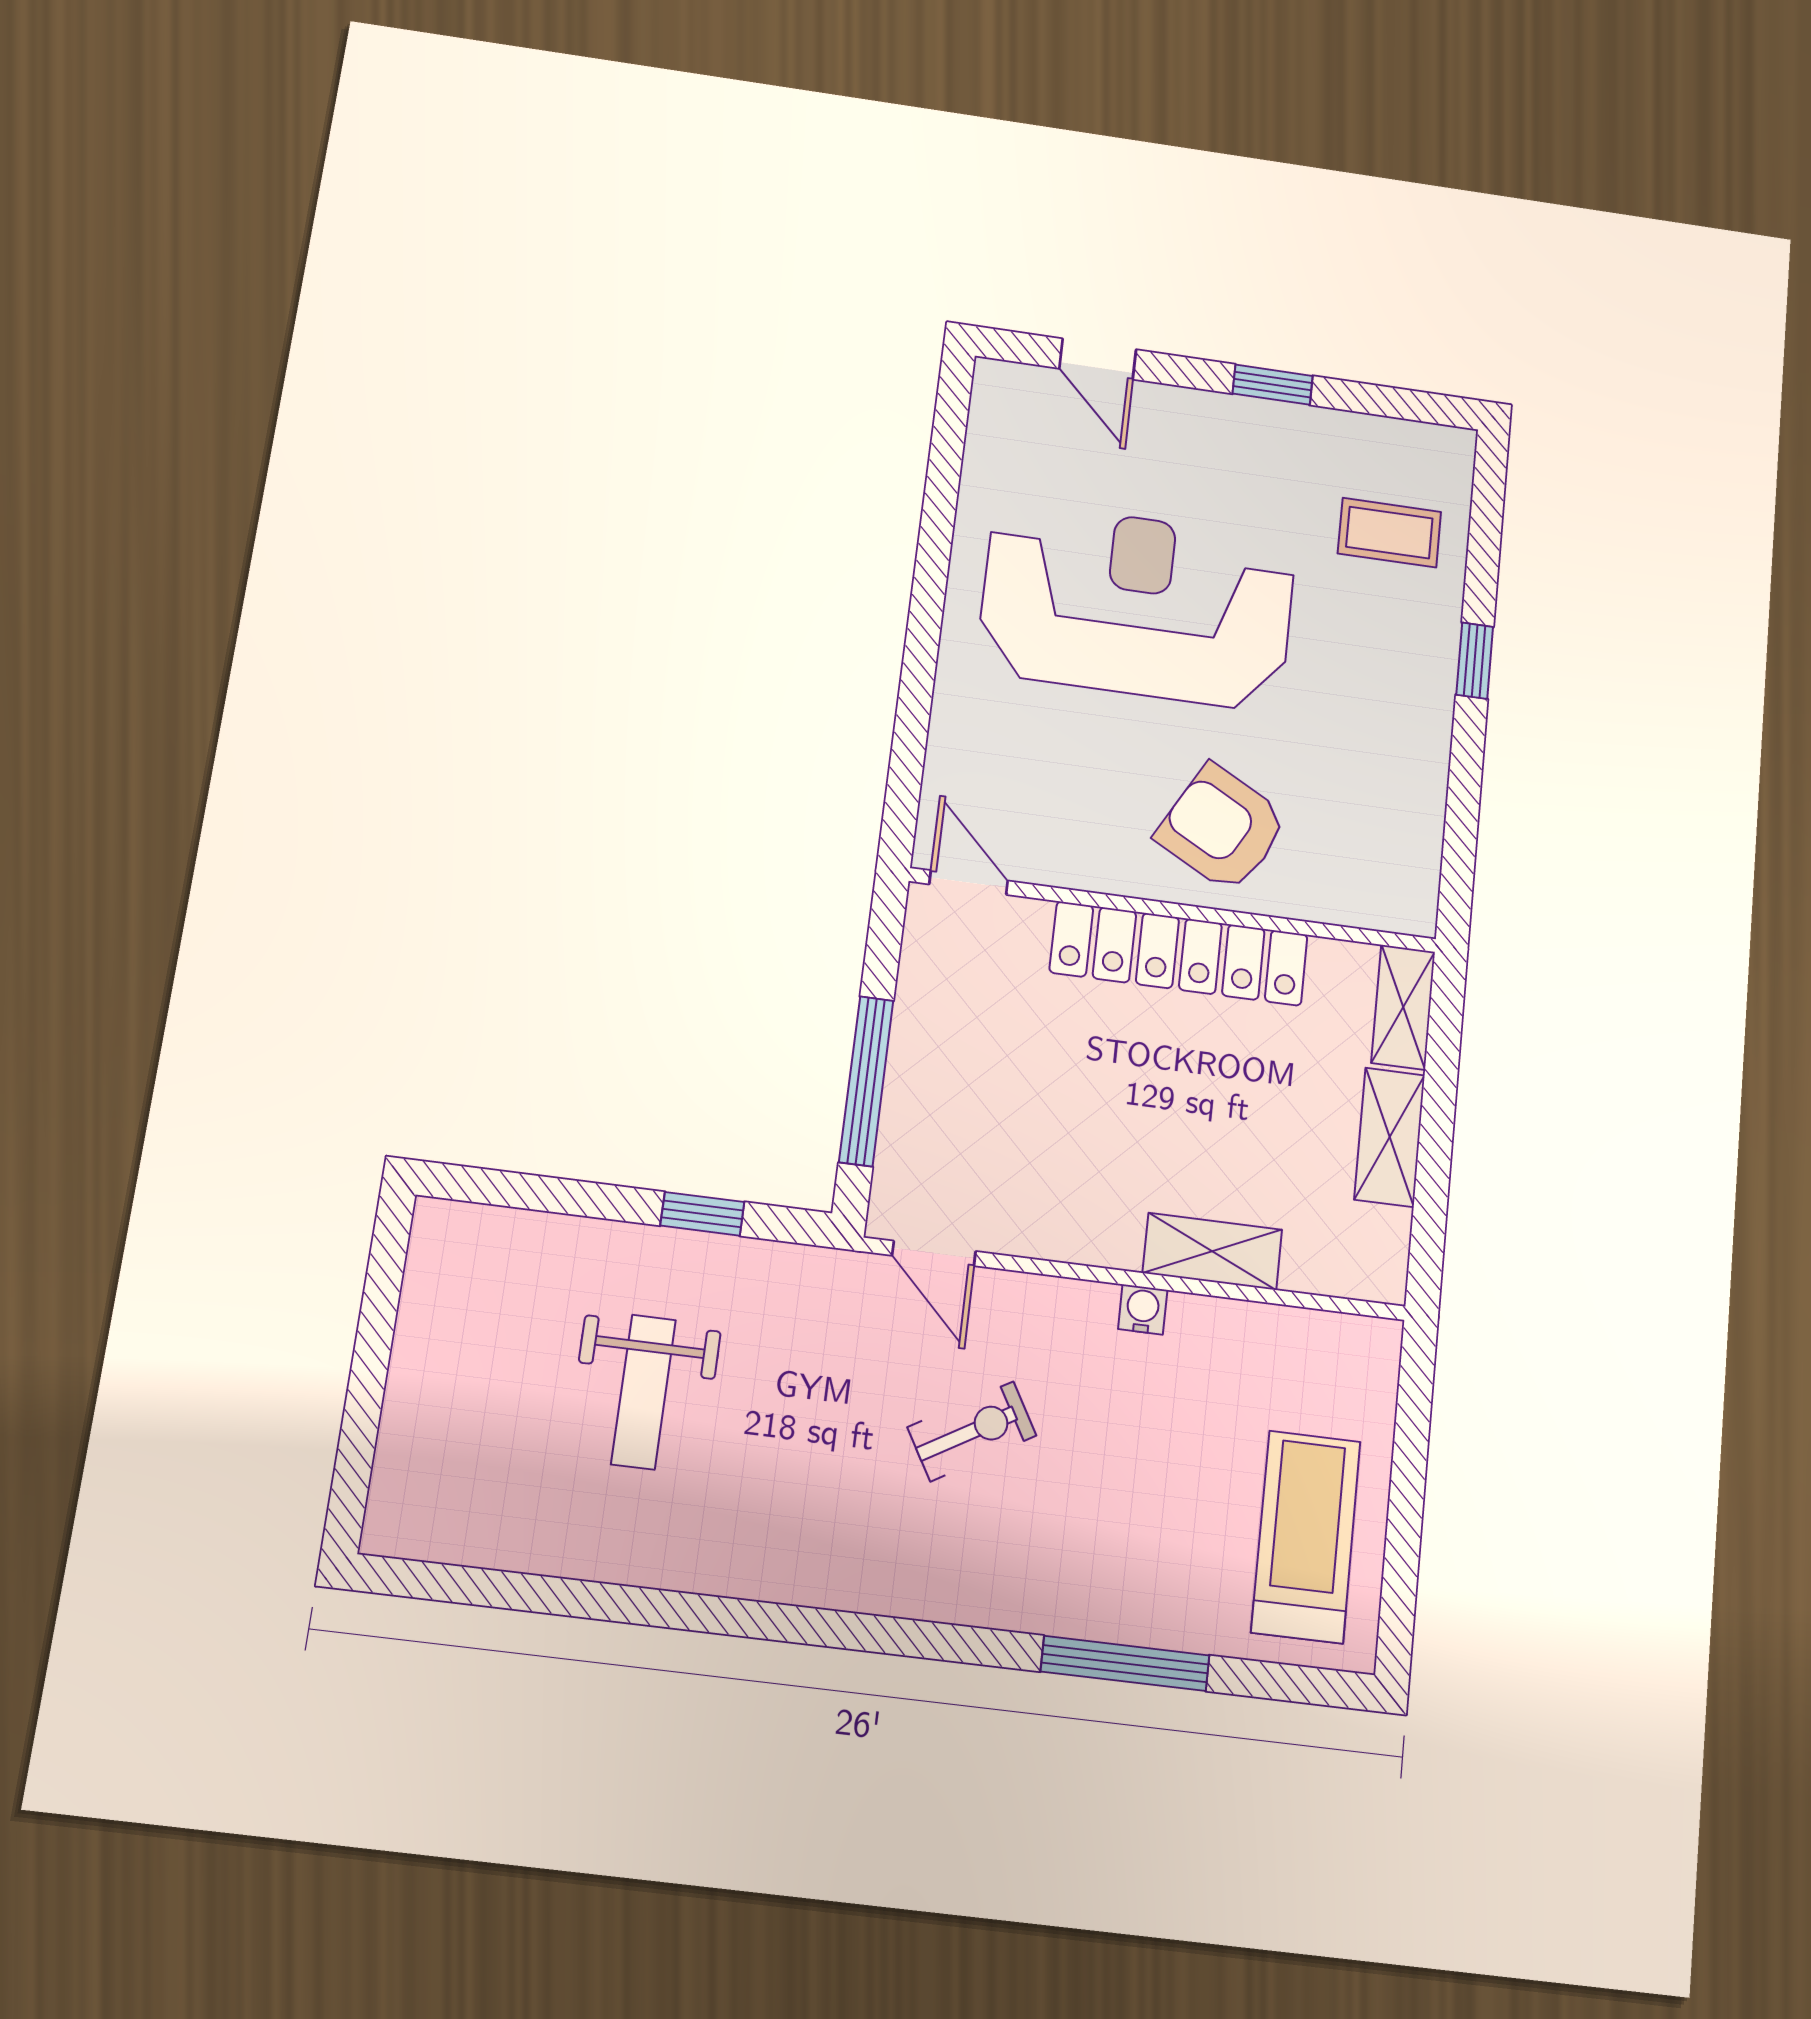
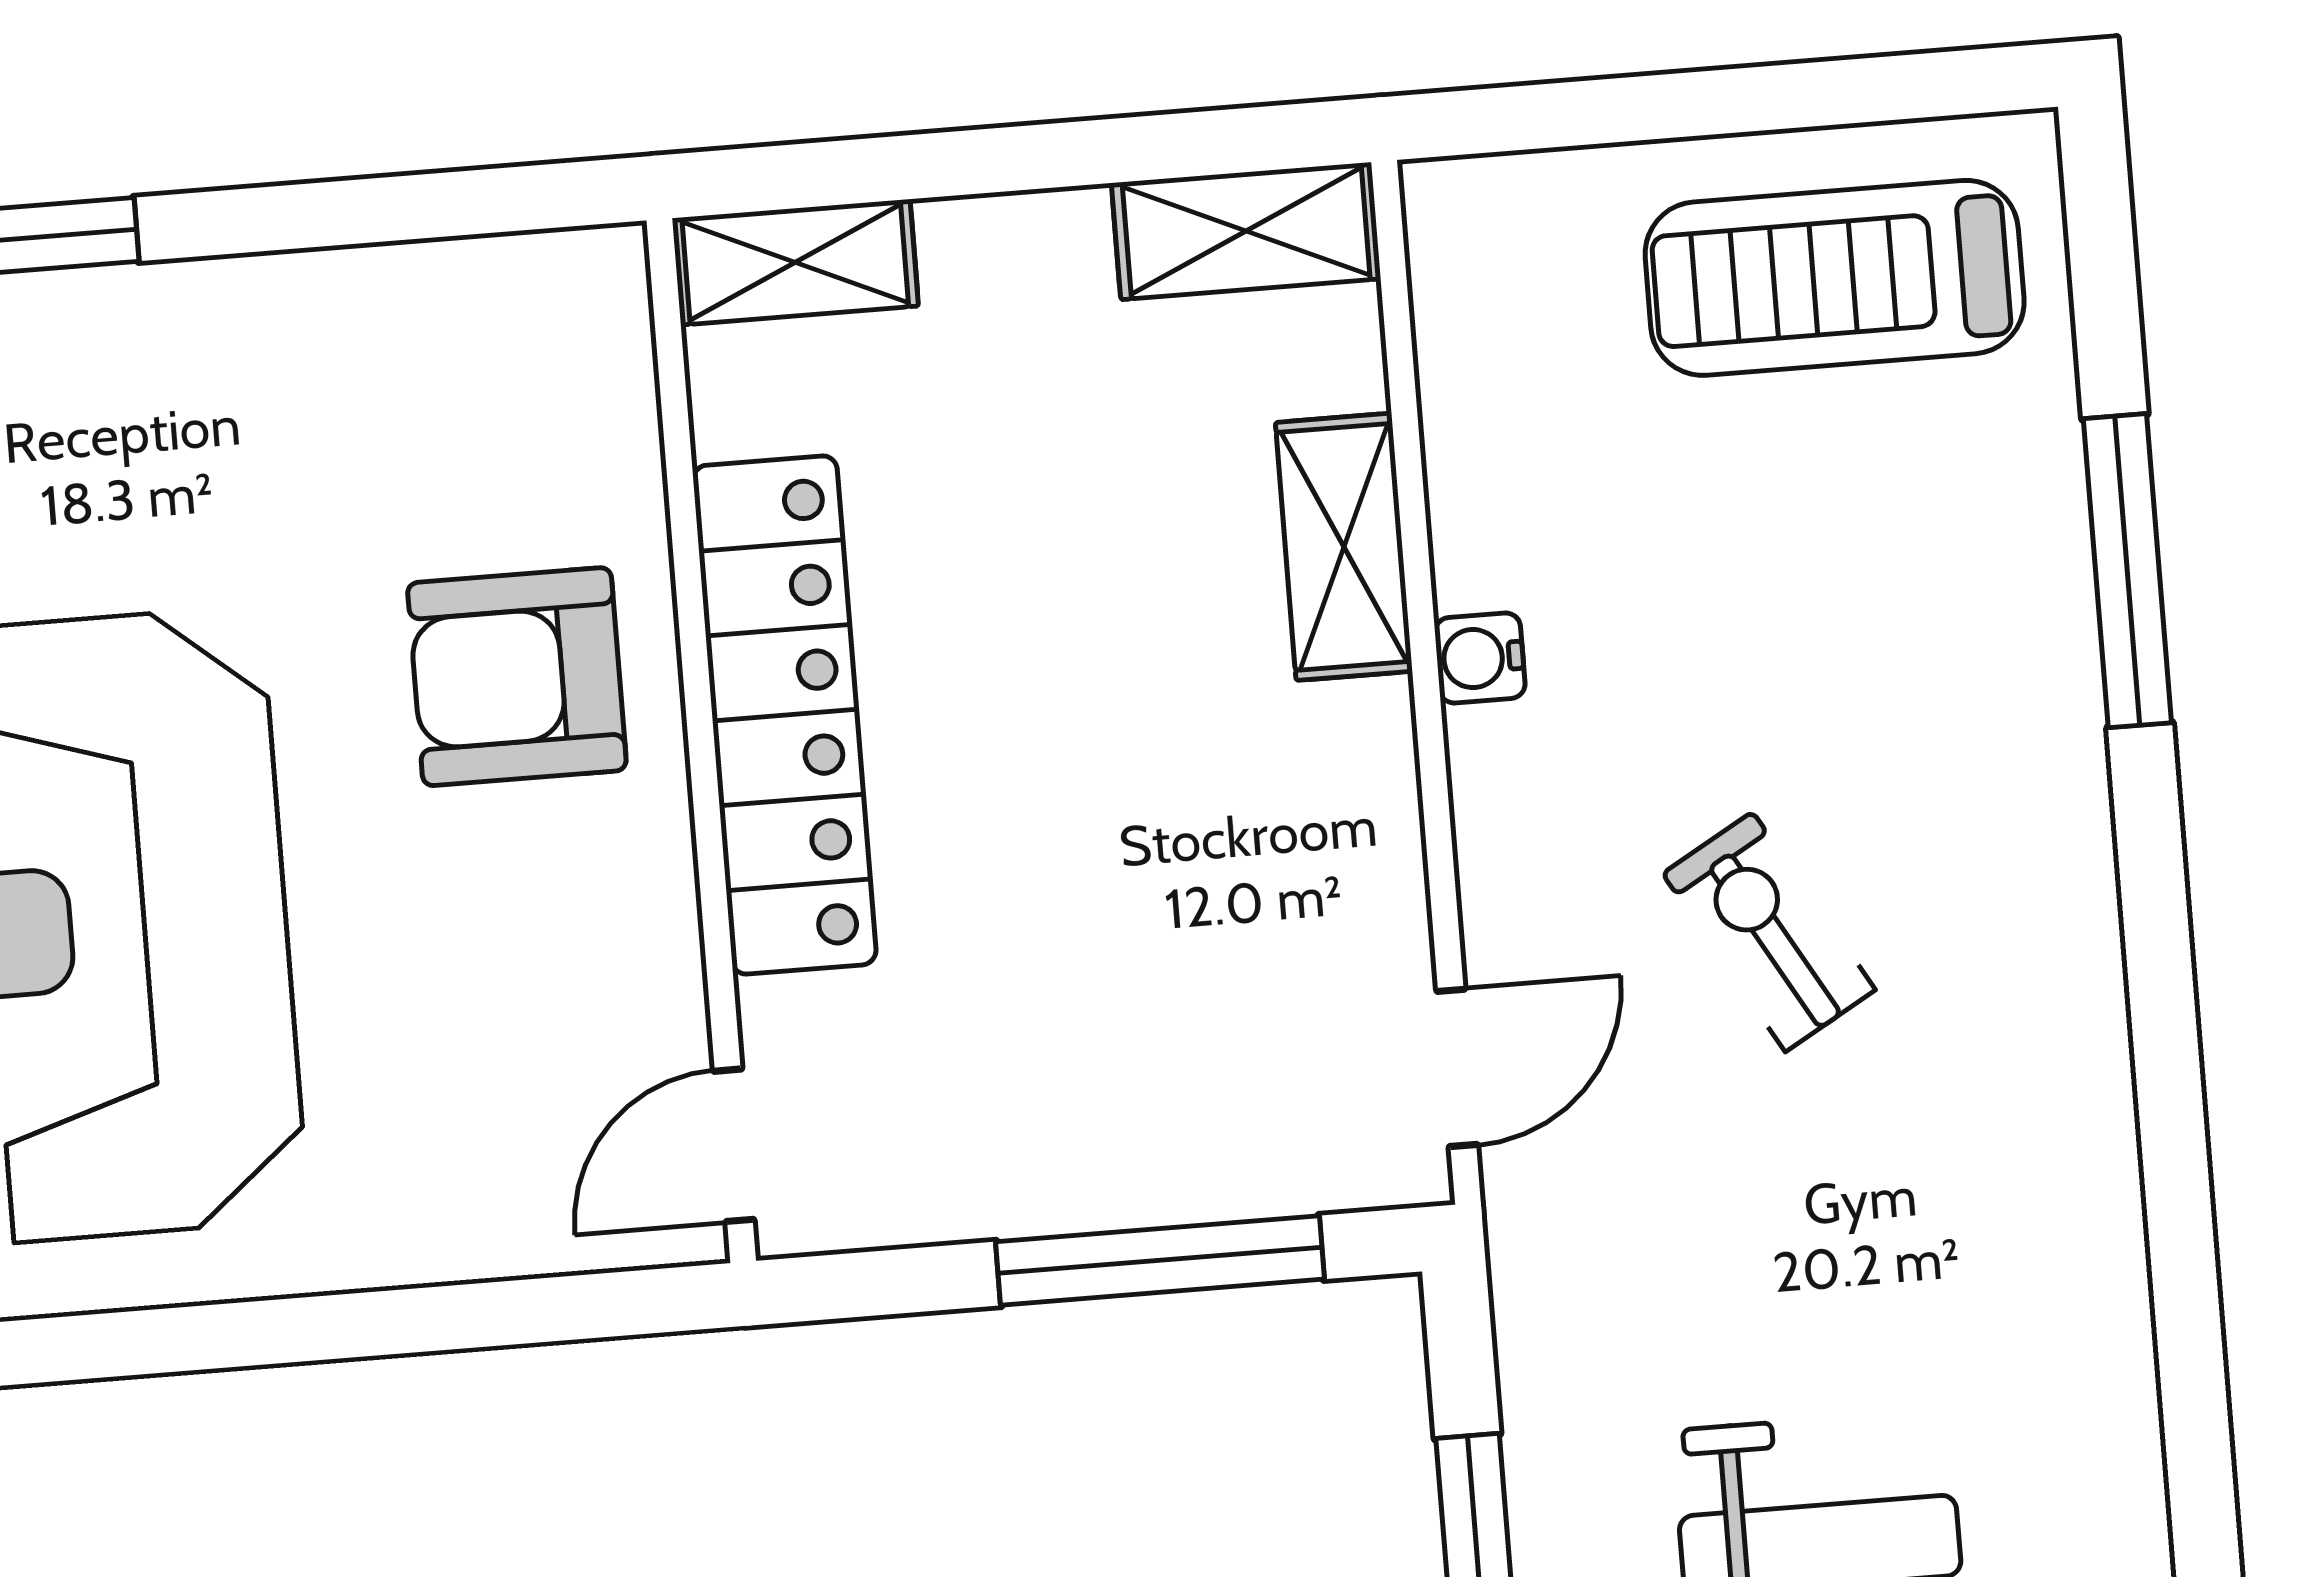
armchair: (1222, 828) -> (517, 677), turned 61
shelving: (1390, 1137) -> (1246, 231), moved

